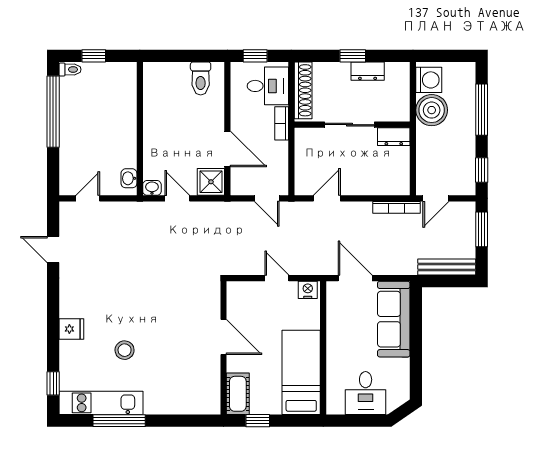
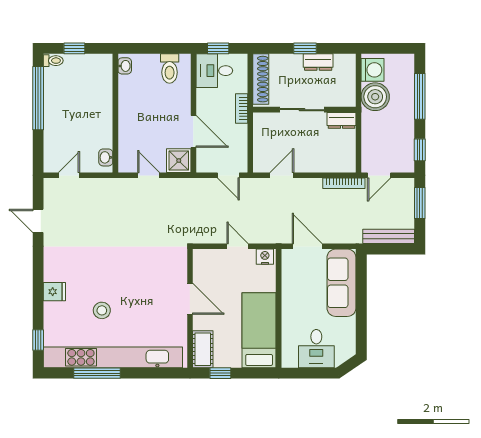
desk: (268, 86) -> (214, 71), moved, turned 180
washbasin: (152, 188) -> (125, 66), moved, turned 90
kitchen unit: (101, 403) -> (113, 357), width x1.86

